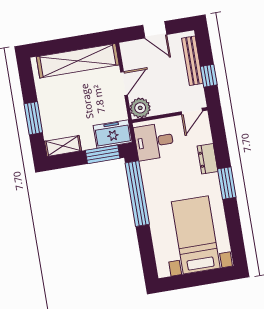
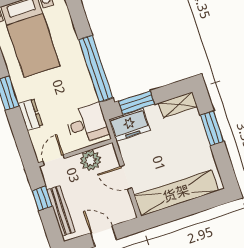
door: (124, 83) -> (126, 177), hinge flipped
plant: (140, 108) -> (91, 160), moved

